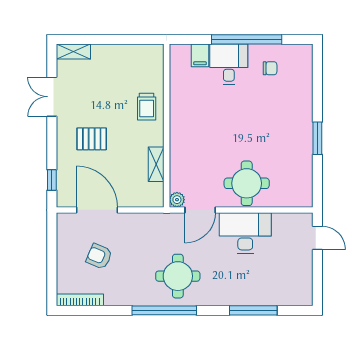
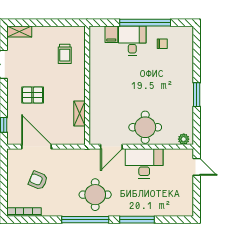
trolley: (147, 107) -> (65, 54), moved
plant: (177, 200) -> (184, 139), moved
window: (253, 310) -> (137, 220), moved

